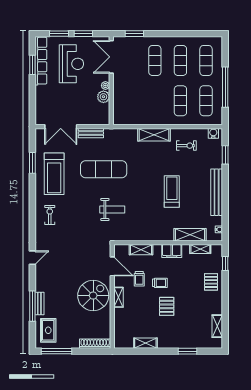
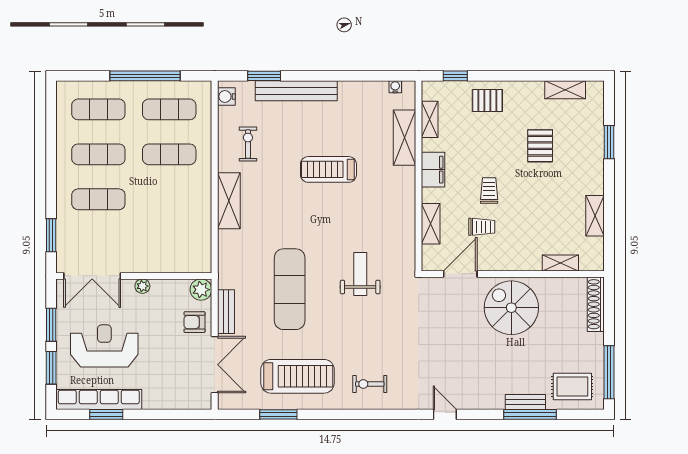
plant: (103, 97) -> (201, 290), moved
armchair: (85, 115) -> (195, 322), added
bench: (217, 192) -> (296, 91), moved
shelving: (119, 297) -> (560, 263), moved
pallet: (167, 306) -> (540, 146), moved, turned 90

